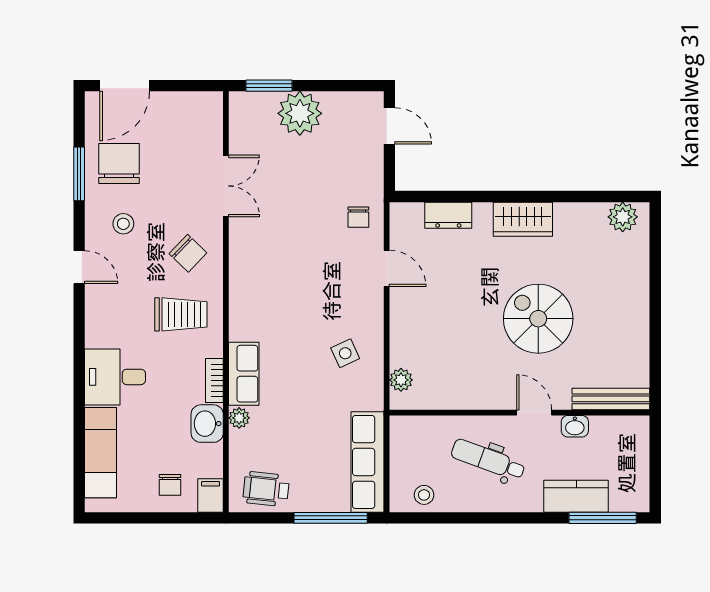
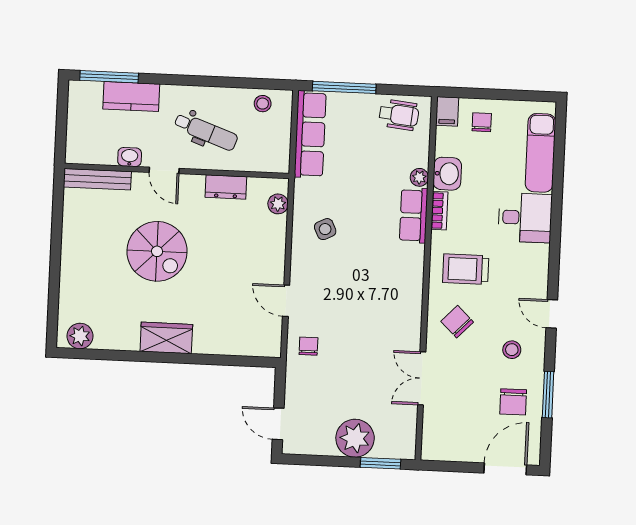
chair: (119, 164) -> (513, 402), width x0.73, depth x0.73
dresser: (448, 215) -> (226, 187), moved, turned 180

